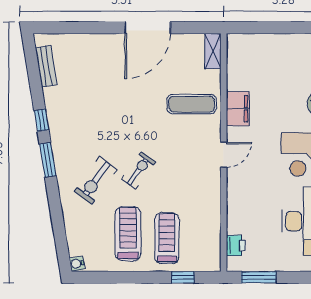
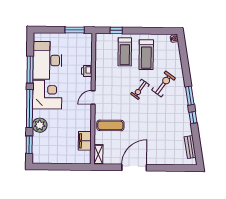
filing cabinet: (238, 109) -> (85, 141), moved
printer: (236, 246) -> (87, 71), moved

